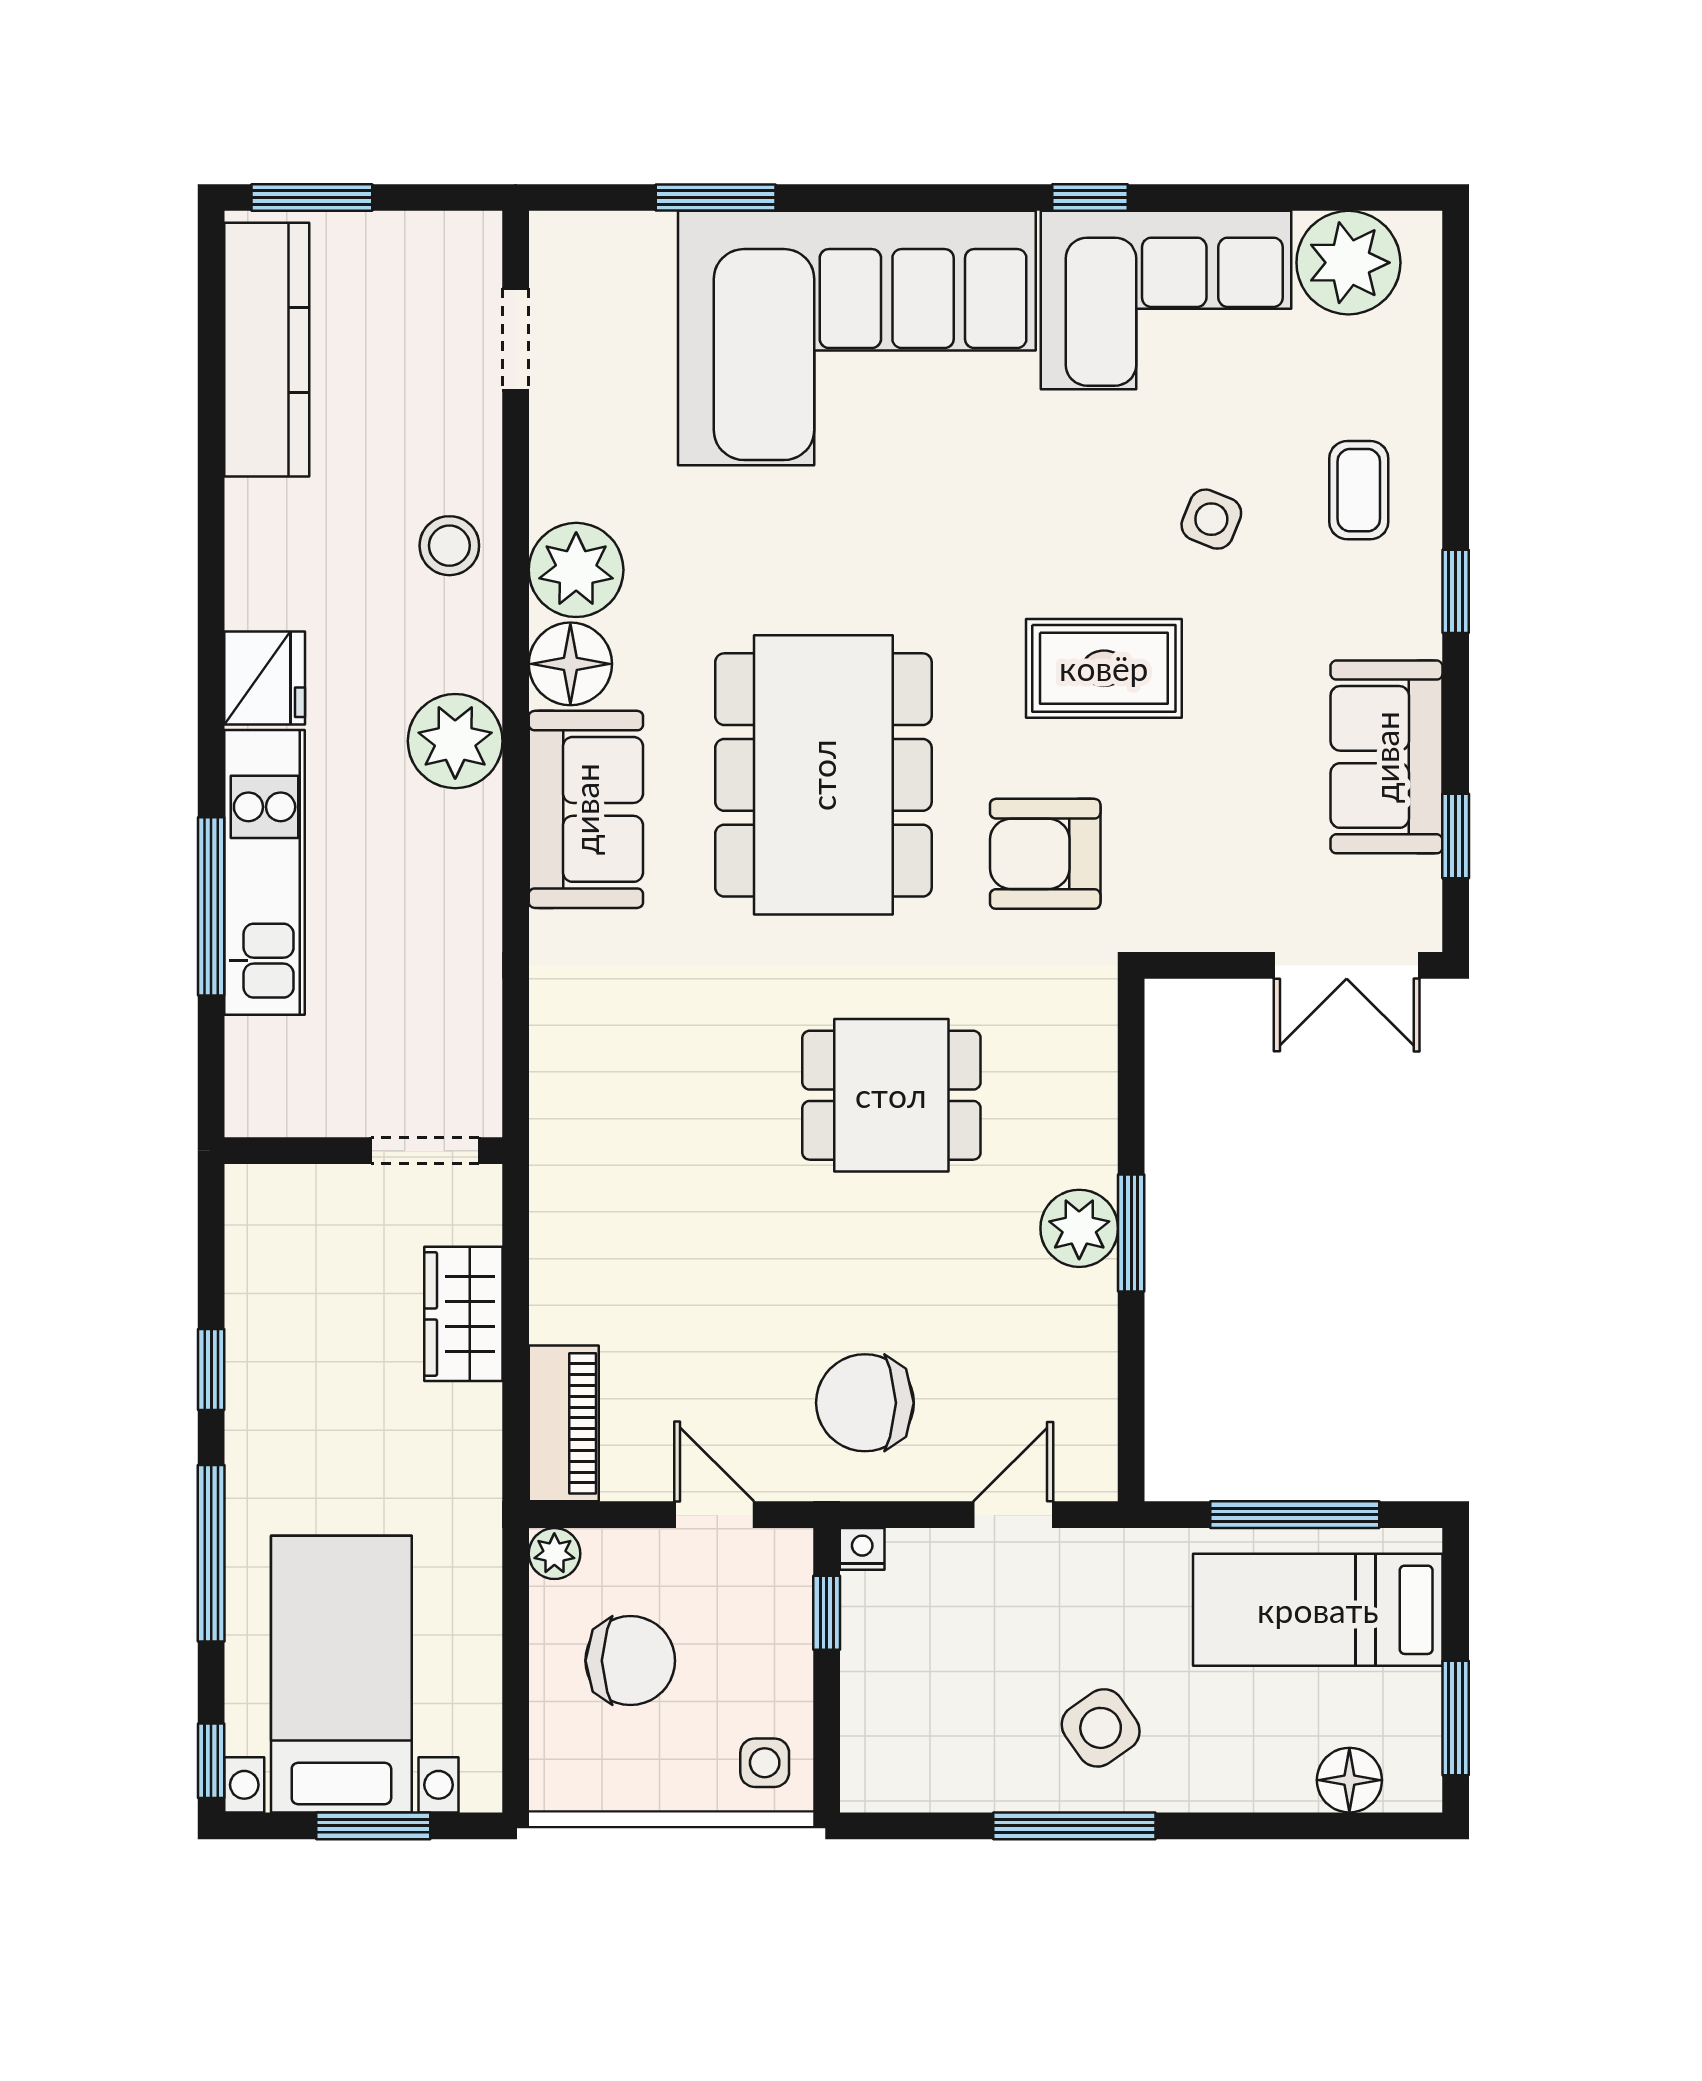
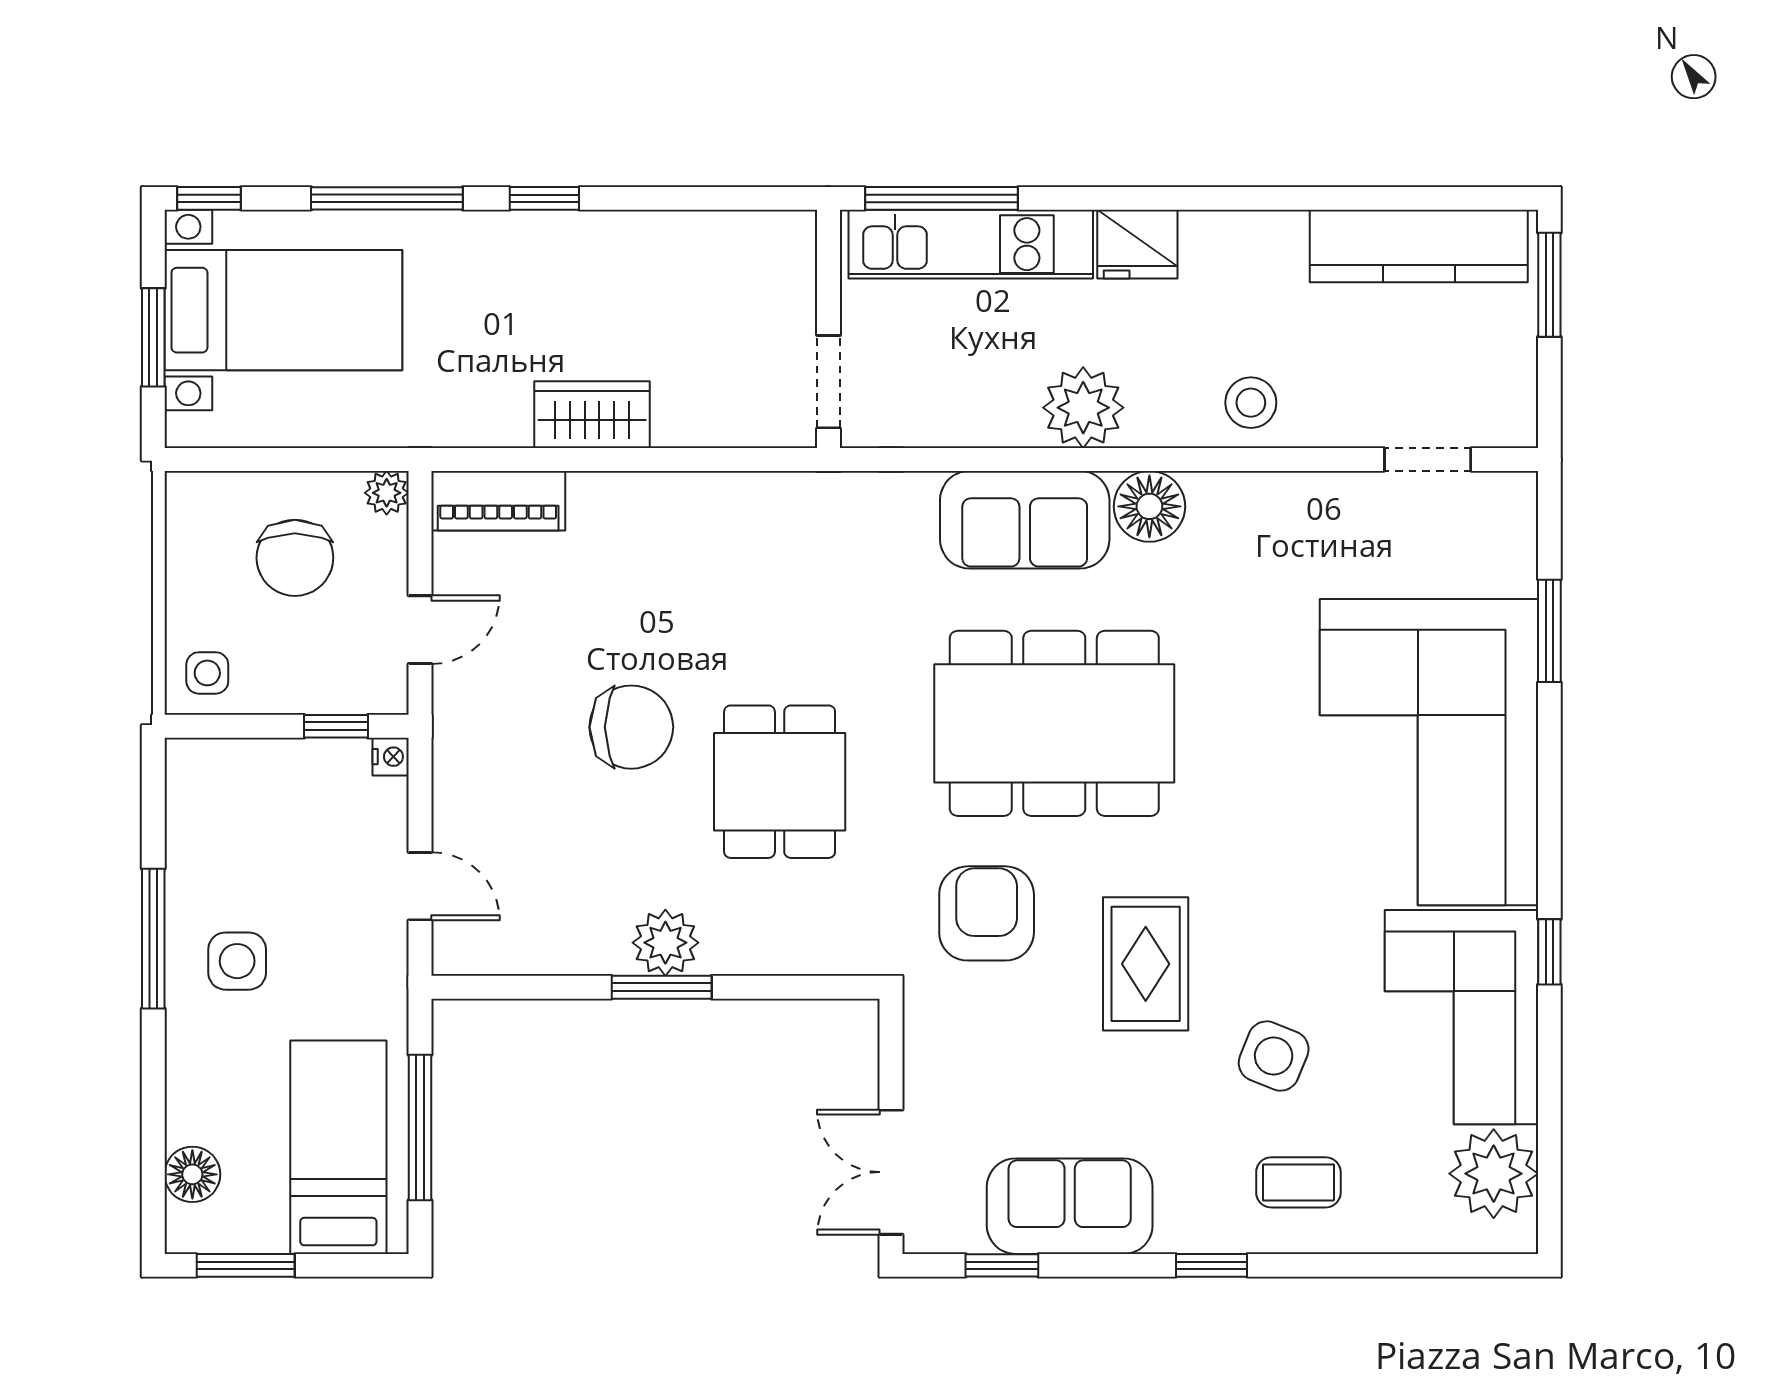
side table: (1211, 519) -> (1274, 1056), width x1.37, depth x1.37
plant: (576, 570) -> (1230, 511), removed
wall: (363, 1151) -> (829, 329), moved
doorway: (425, 1151) -> (829, 382), moved
chair: (865, 1403) -> (631, 727), moved, turned 90
side table: (1101, 1728) -> (237, 961), turned 35

